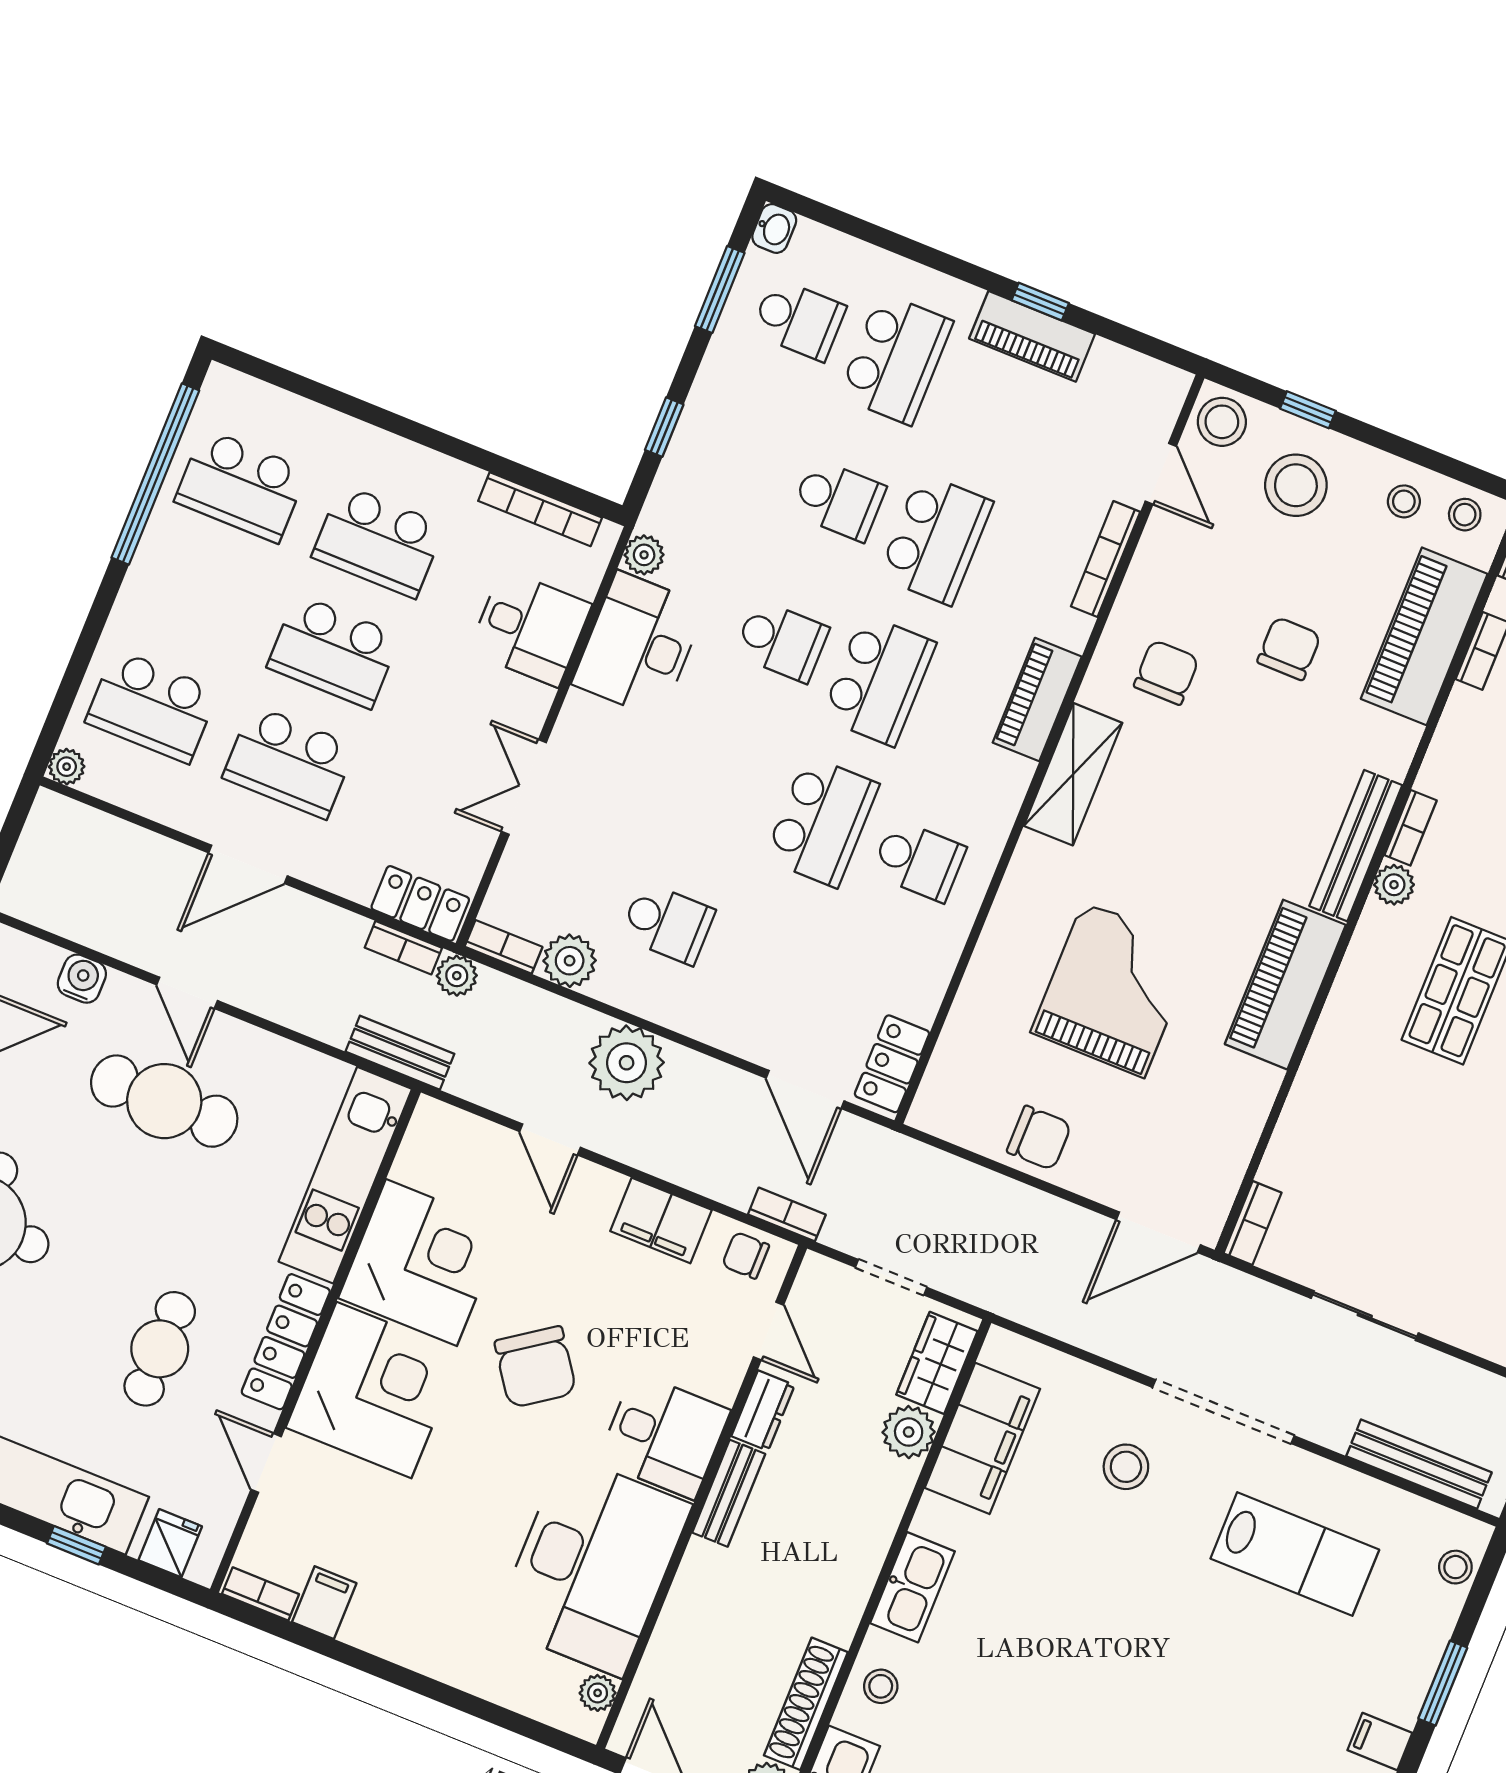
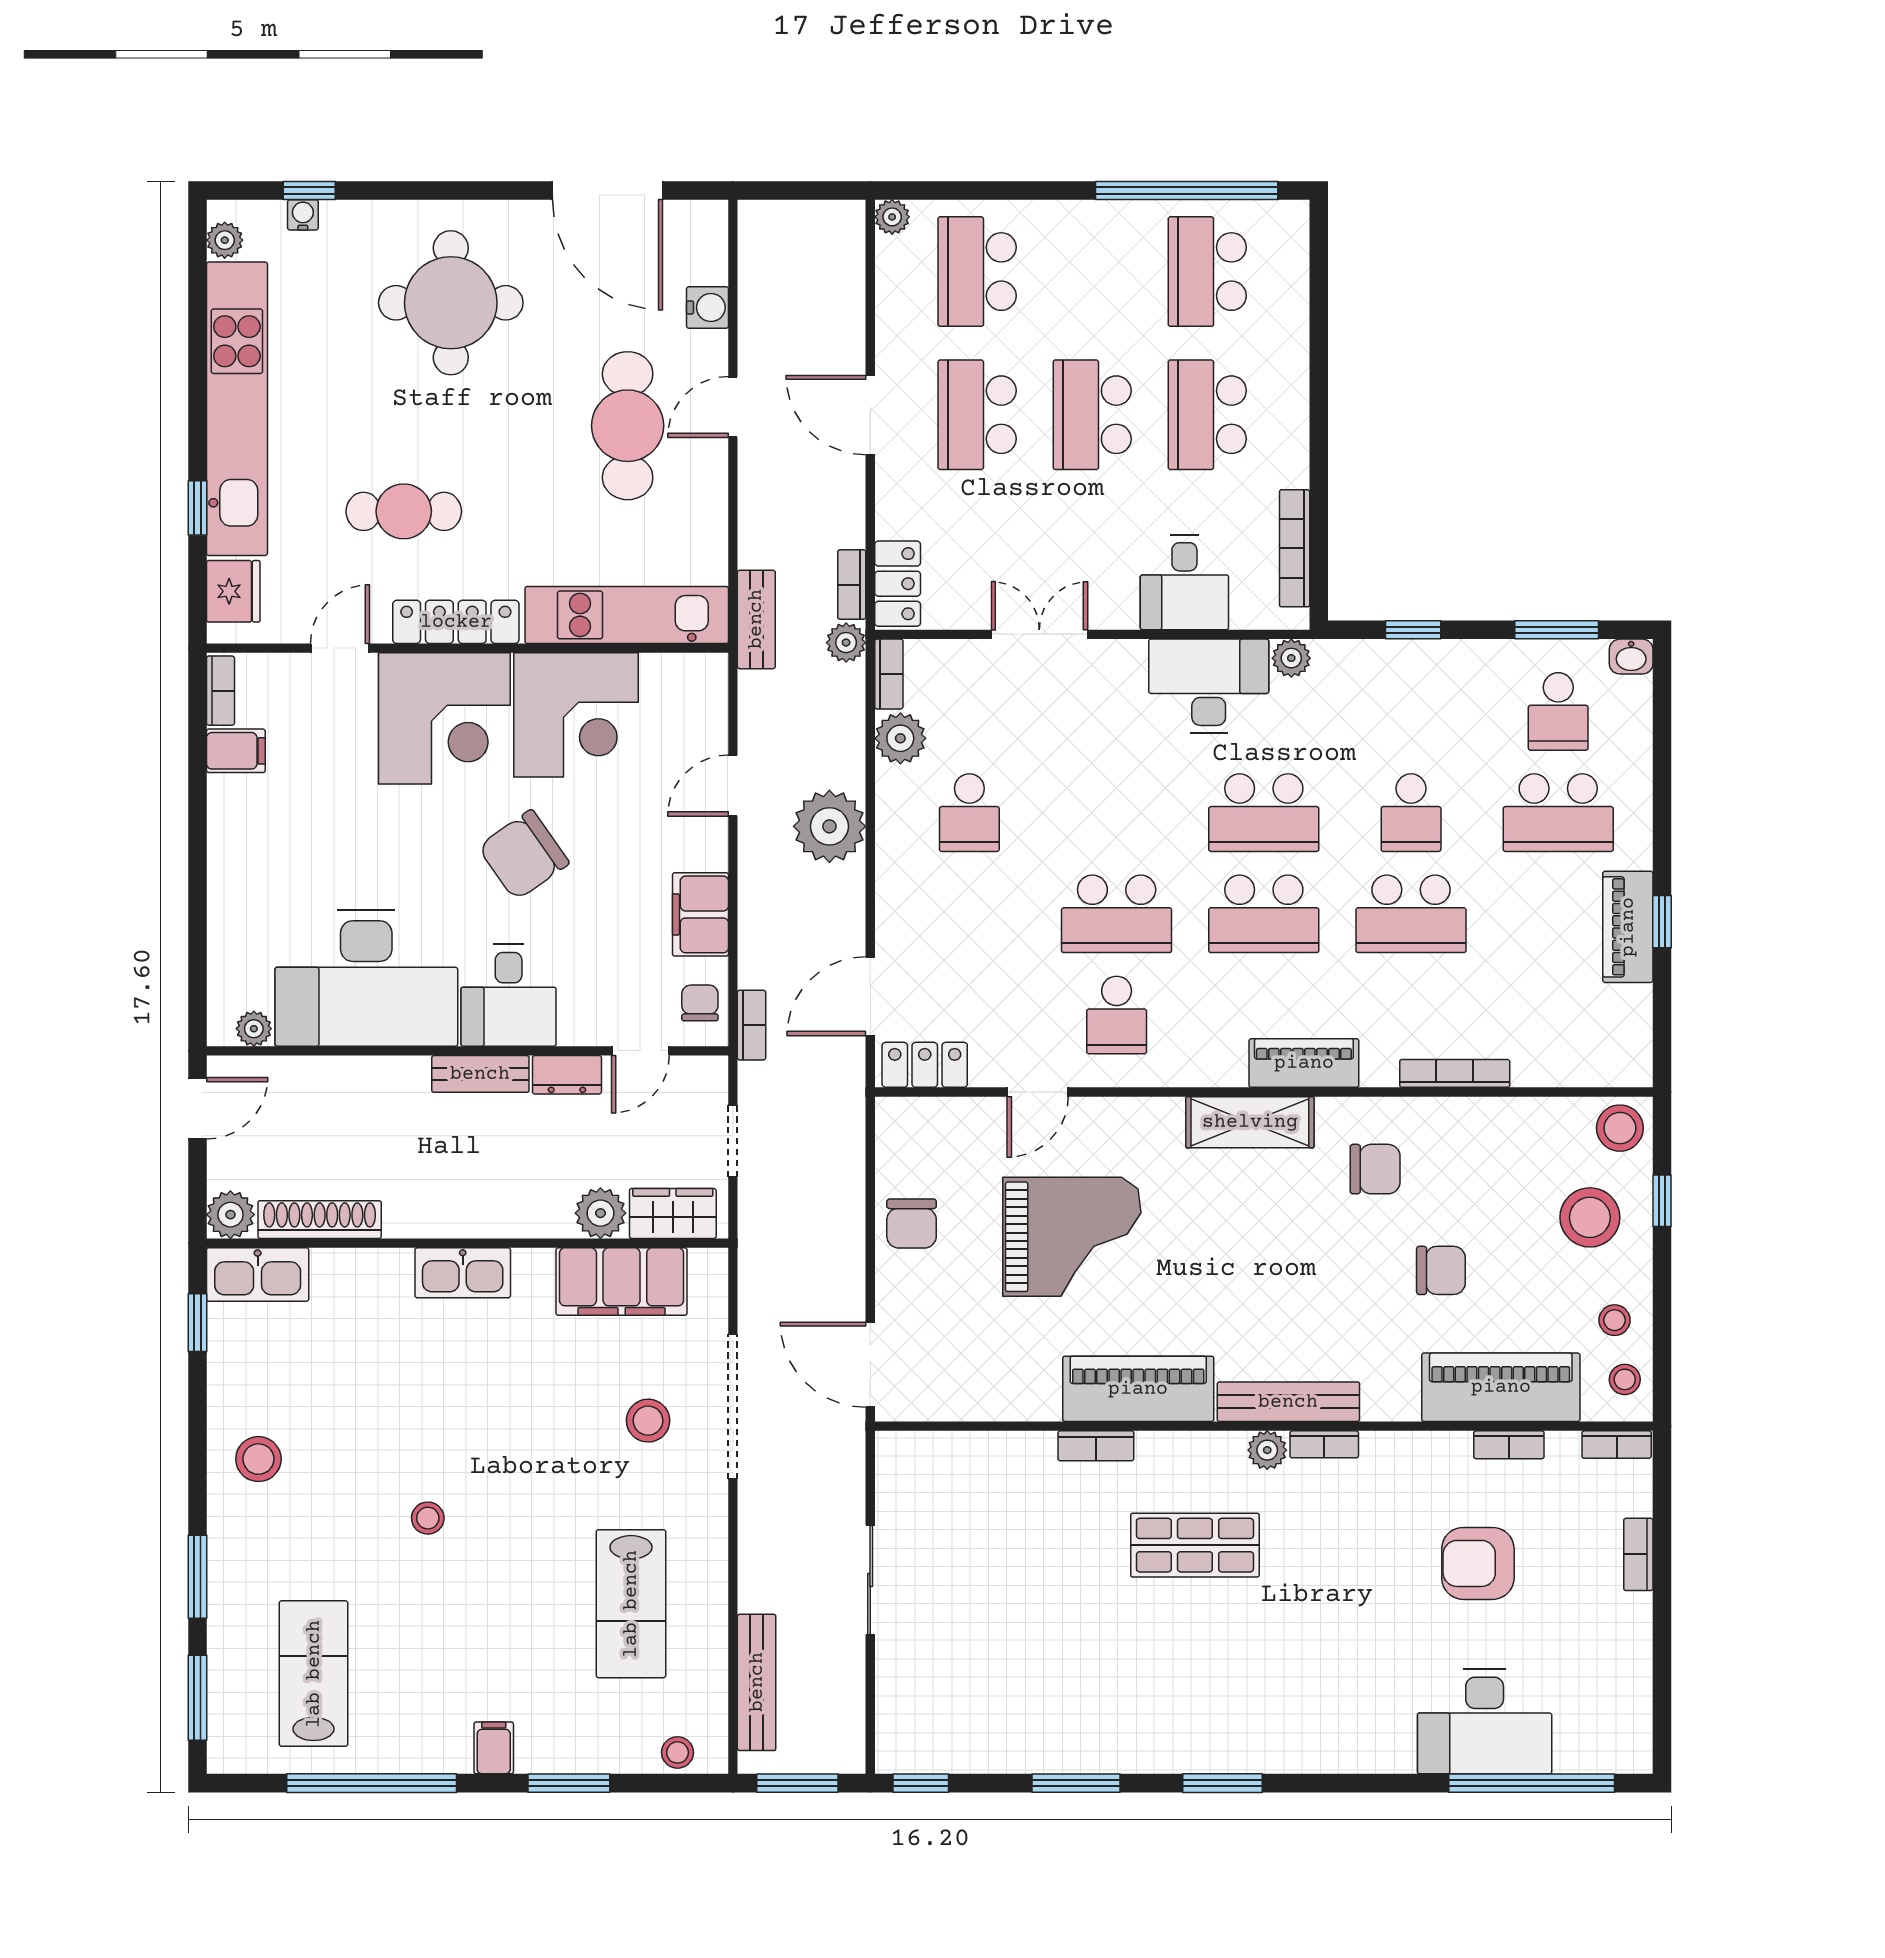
door: (1161, 474) -> (1038, 1092), moved
school desk: (782, 641) -> (1264, 813), width x1.85
bookcase: (1253, 1223) -> (1096, 1446), moved
doorway: (1223, 1412) -> (733, 1406), moved
fridge: (170, 1543) -> (233, 591), width x1.38
stool: (881, 1686) -> (428, 1518), moved

